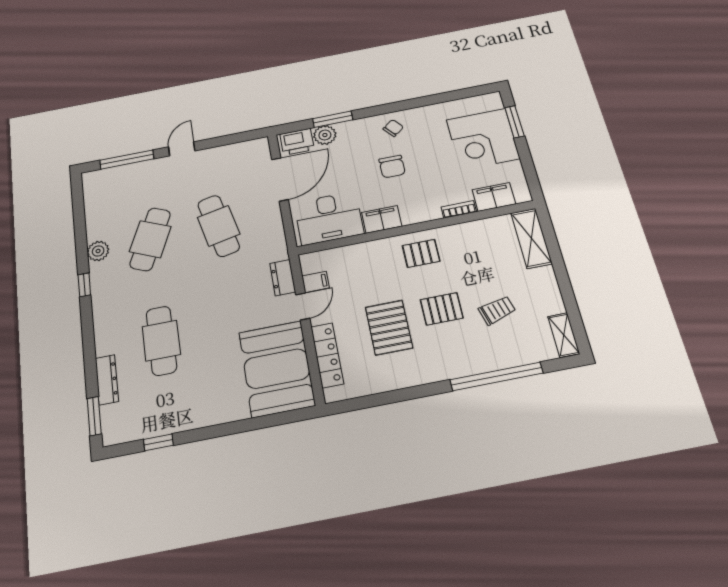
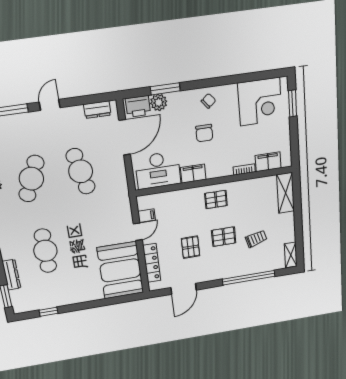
corner desk: (483, 139) -> (260, 102), moved, turned -90
dresser: (283, 278) -> (97, 110), moved, turned -90
pallet: (389, 328) -> (191, 247), width x0.67, depth x0.71
door: (384, 398) -> (184, 289), added

